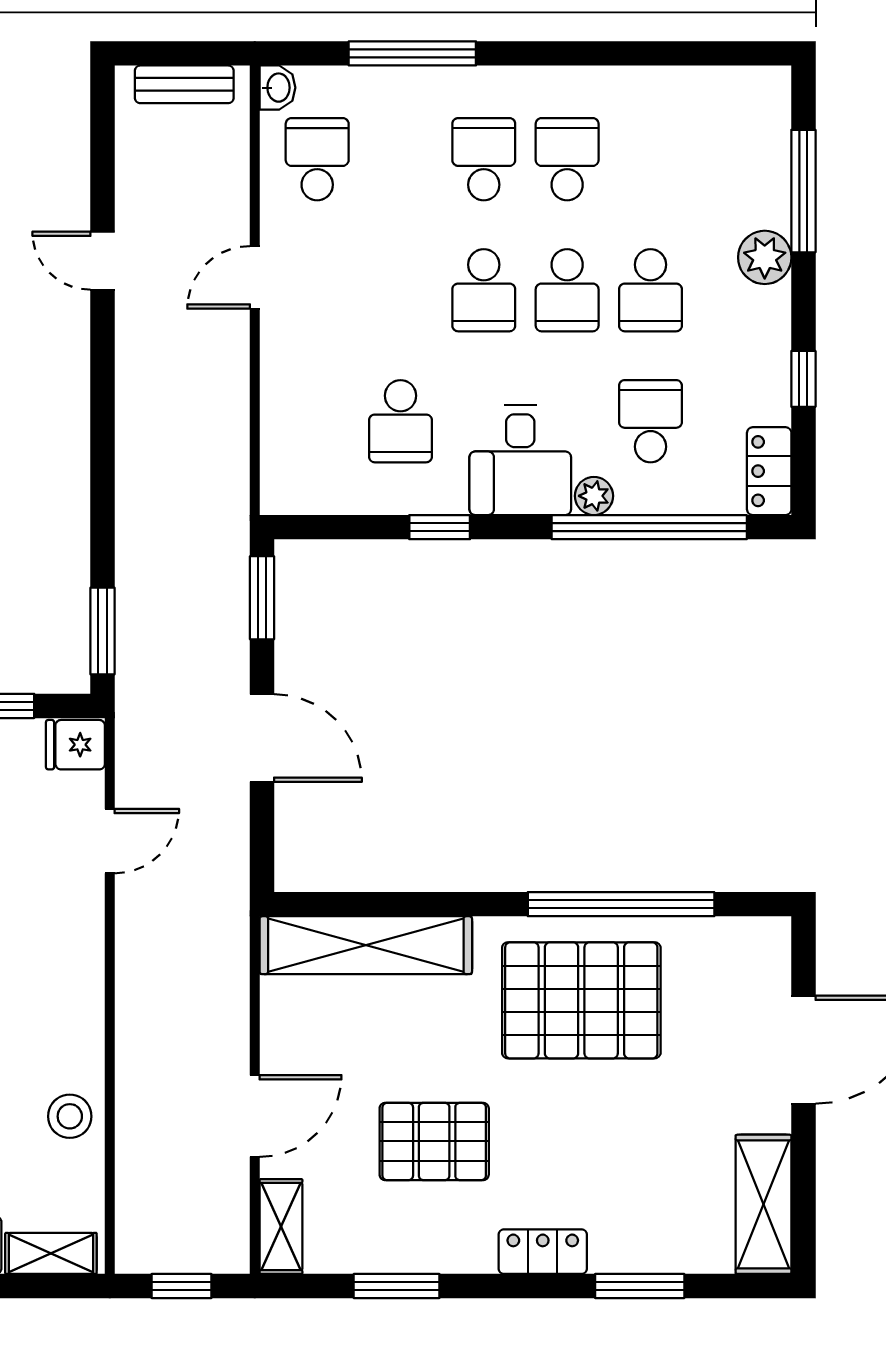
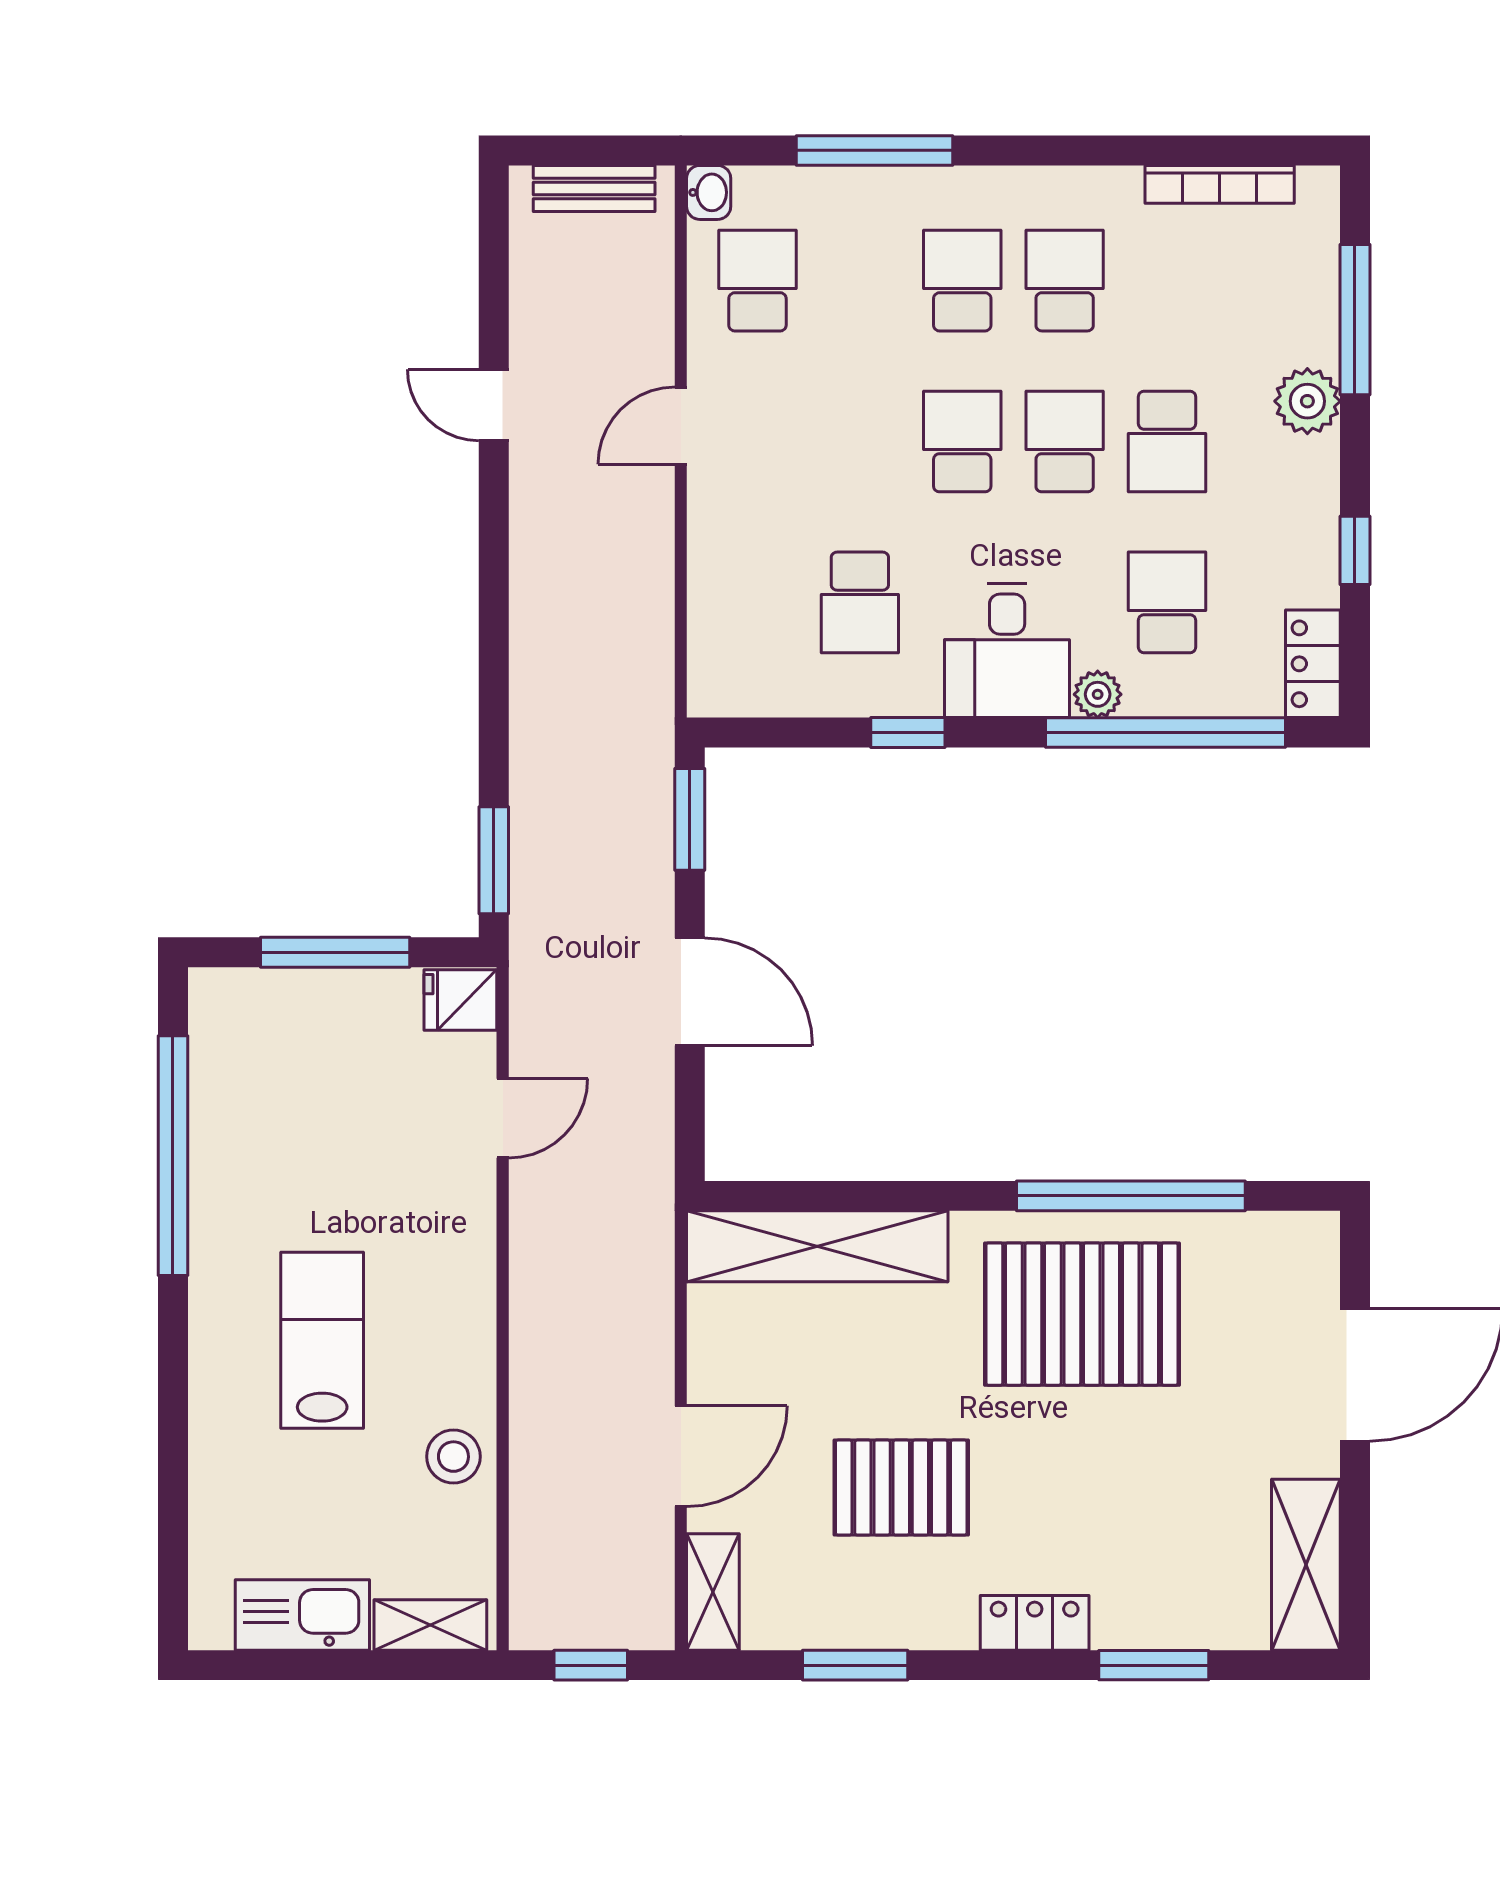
bookcase: (693, 81) -> (1220, 184), added
school desk: (484, 290) -> (962, 441), turned 180
school desk: (567, 290) -> (1065, 441), turned 180

